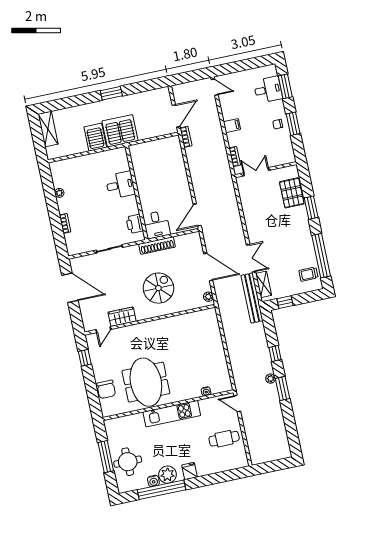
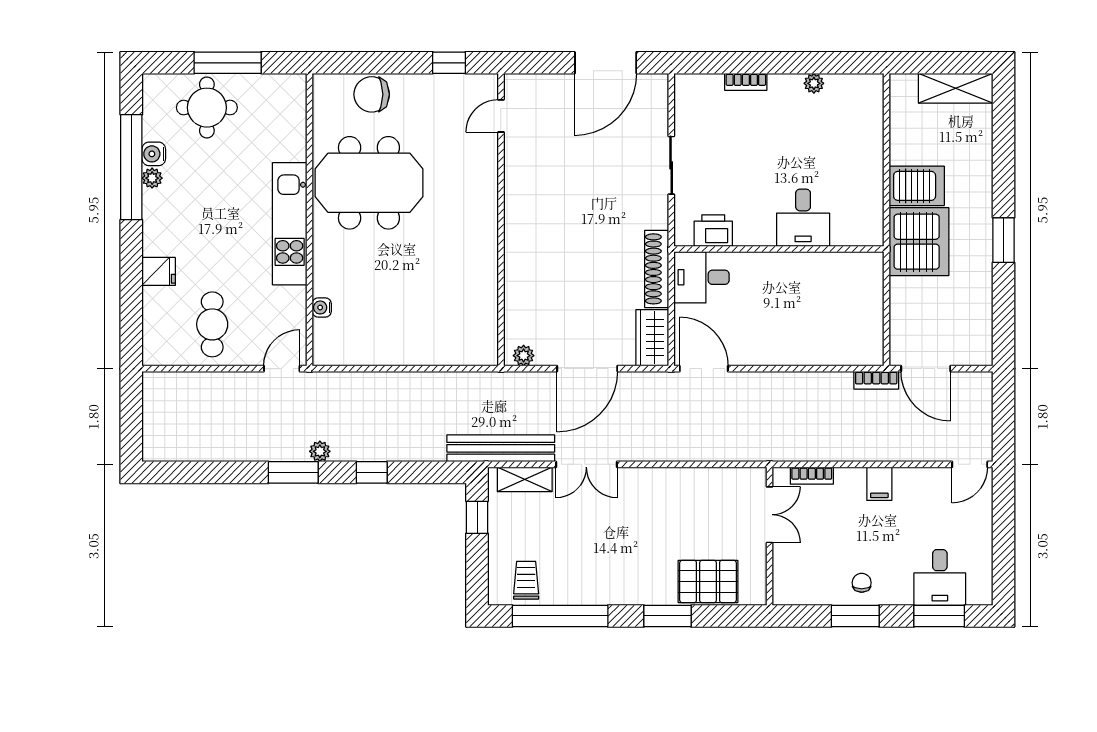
spiral stairs: (158, 288) -> (565, 252), removed
wardrobe: (122, 317) -> (652, 338), moved, turned 180
door: (103, 330) -> (501, 116), hinge flipped
fridge: (189, 471) -> (159, 271), moved
plant: (167, 475) -> (152, 178), width x0.53, depth x0.53

